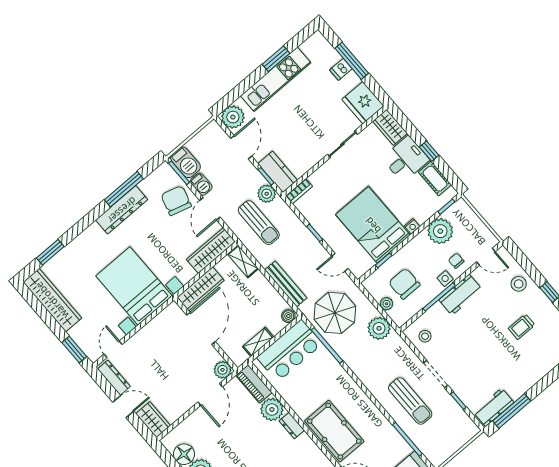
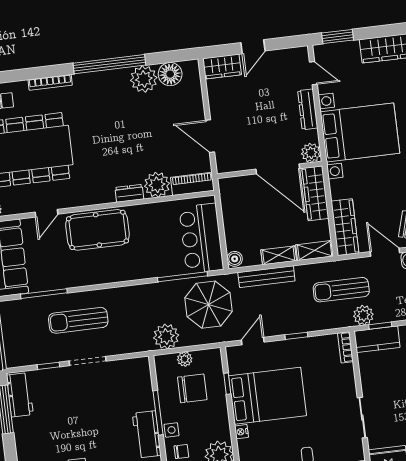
stool: (425, 336) -> (130, 375), removed
shelving: (258, 342) -> (279, 255), moved, turned 90
plant: (223, 370) -> (311, 153), moved
dresser: (114, 378) -> (308, 109), moved, turned 90

